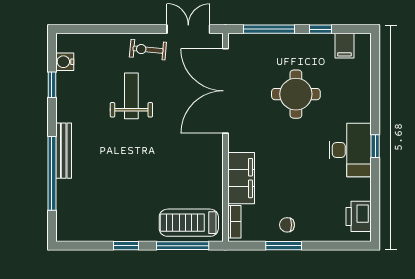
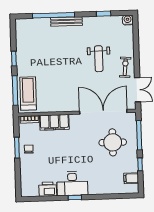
water cooler: (65, 62) -> (128, 20), moved
round table: (296, 94) -> (113, 142), moved
weight bench: (131, 96) -> (99, 59), turned 90
printer: (359, 216) -> (48, 189), moved

